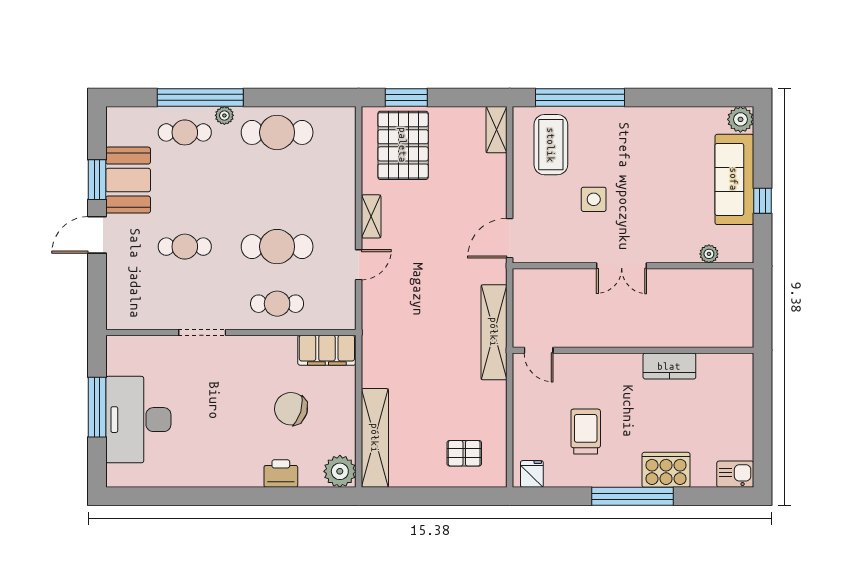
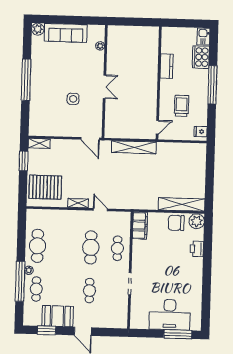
window: (406, 97) -> (24, 161), moved
window: (580, 97) -> (26, 80), moved
coffee table: (551, 145) -> (47, 118), removed
window: (97, 180) -> (46, 330), moved
window: (762, 201) -> (76, 20), removed
door: (539, 350) -> (157, 127), moved
wall: (633, 350) -> (159, 83), moved
kitchen counter: (669, 366) -> (167, 66), moved
window: (97, 407) -> (178, 334), moved
chair: (291, 409) -> (176, 223), moved, turned 73
trolley: (586, 432) -> (181, 106), turned 90
pallet: (464, 453) -> (190, 163), removed
cooker: (666, 470) -> (201, 57), moved

